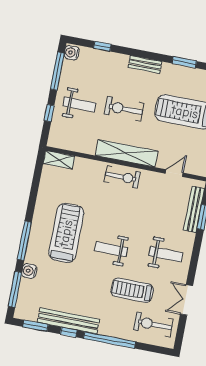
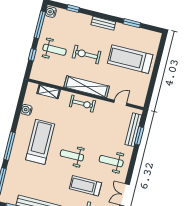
shelving: (59, 160) -> (49, 92), moved
weight bench: (166, 254) -> (111, 161), turned 180
water cooler: (29, 271) -> (26, 110), moved

